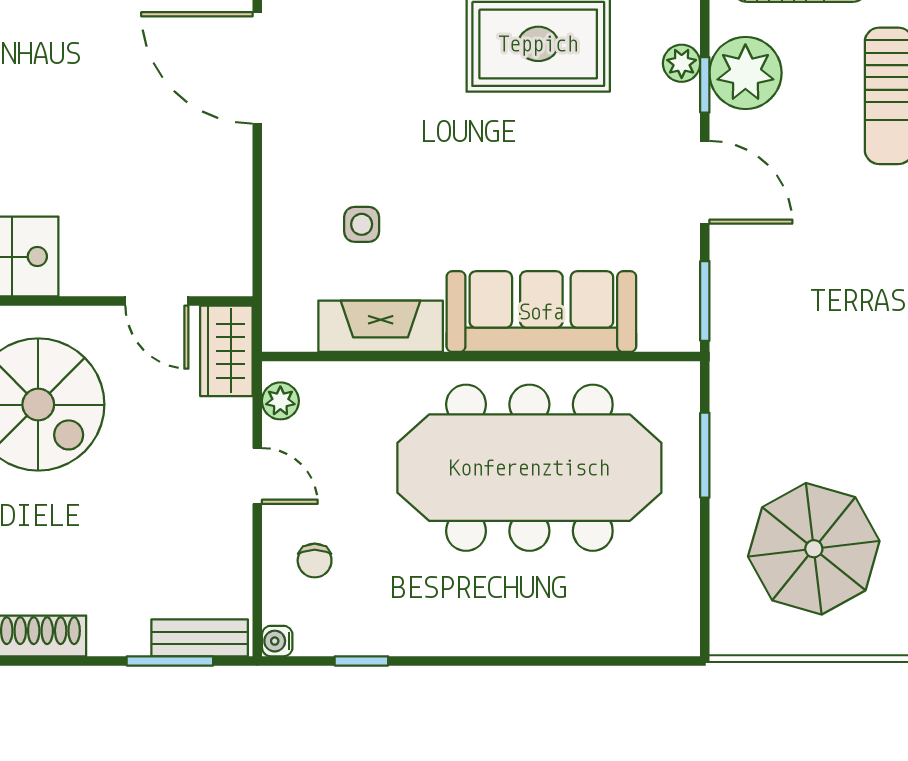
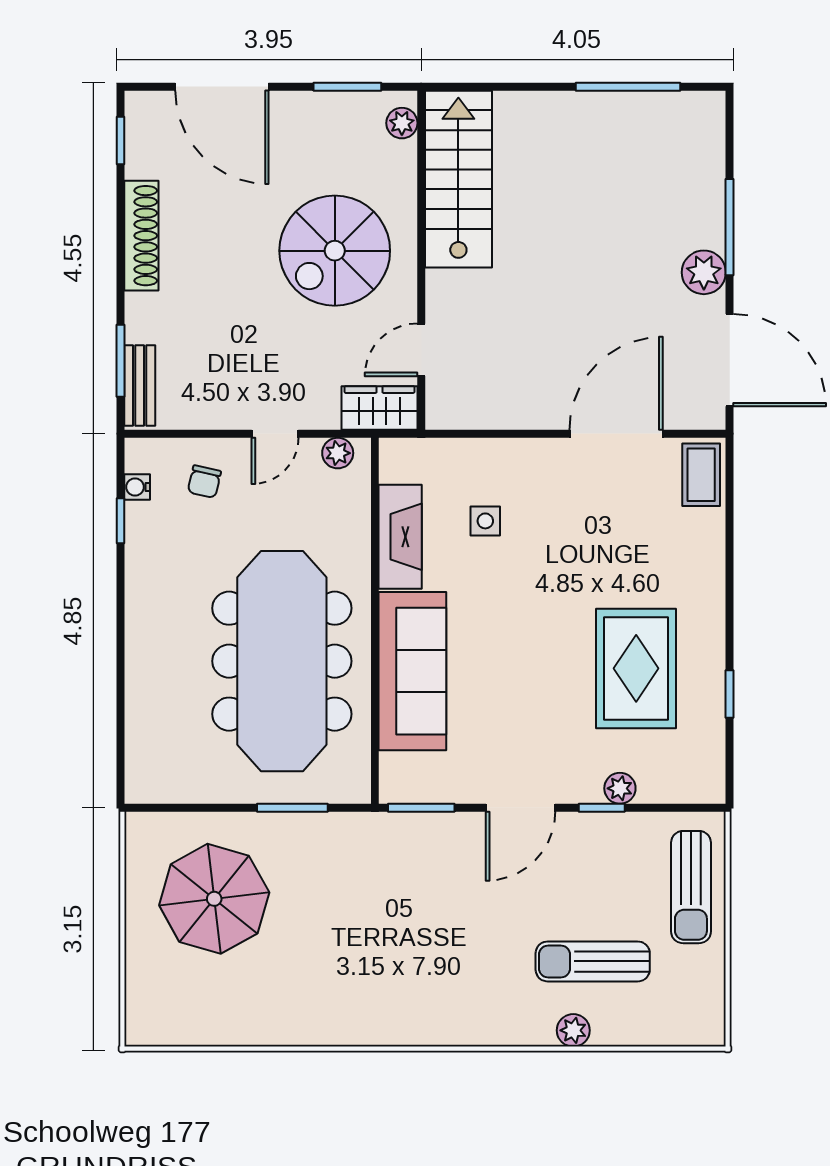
plant: (745, 73) -> (612, 842), removed
chair: (315, 561) -> (204, 482), turned -77
water cooler: (277, 641) -> (137, 487), moved, turned -90

